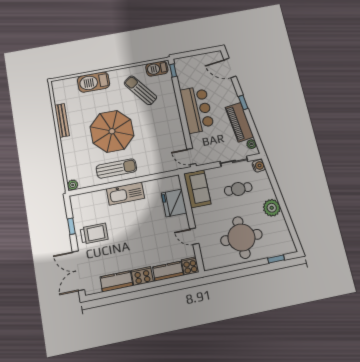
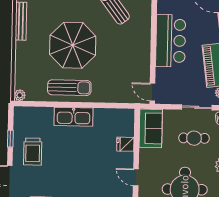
fridge: (174, 203) -> (125, 144), width x0.53, depth x0.75
trolley: (94, 234) -> (33, 152), turned 90

